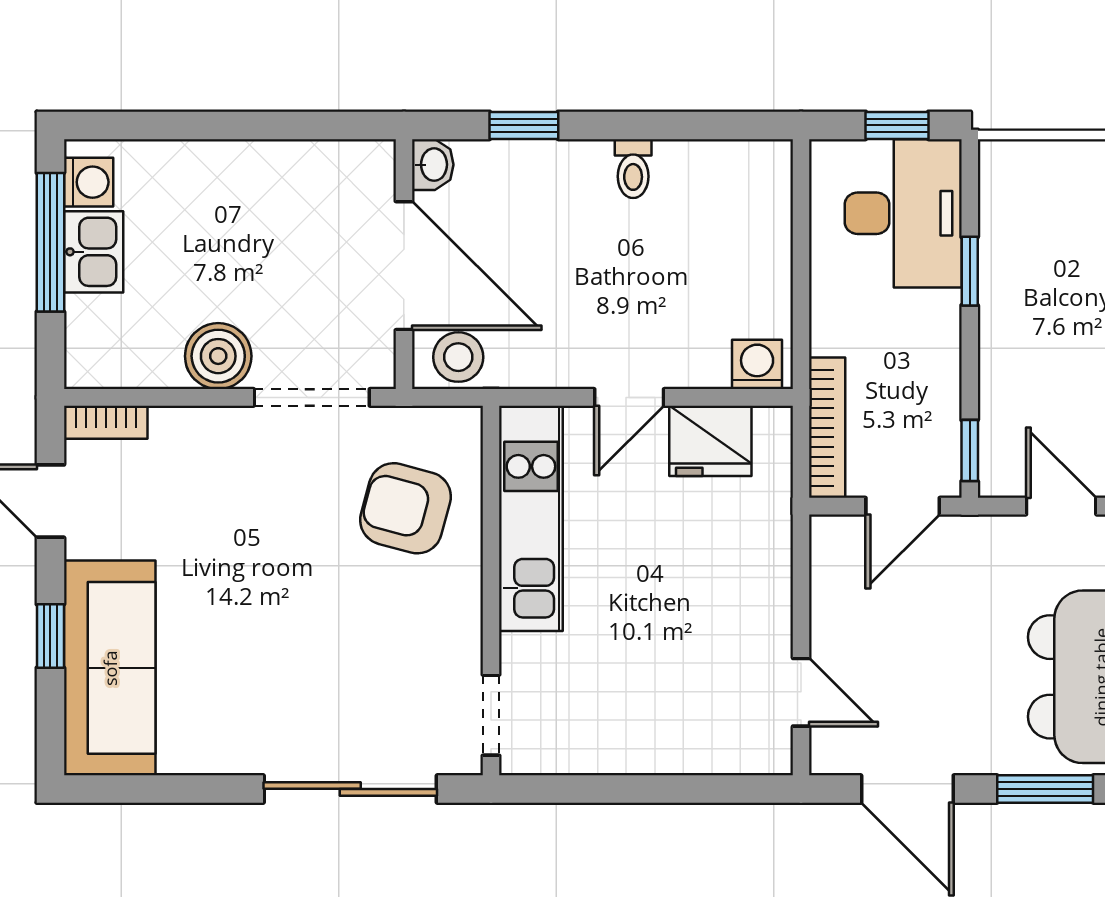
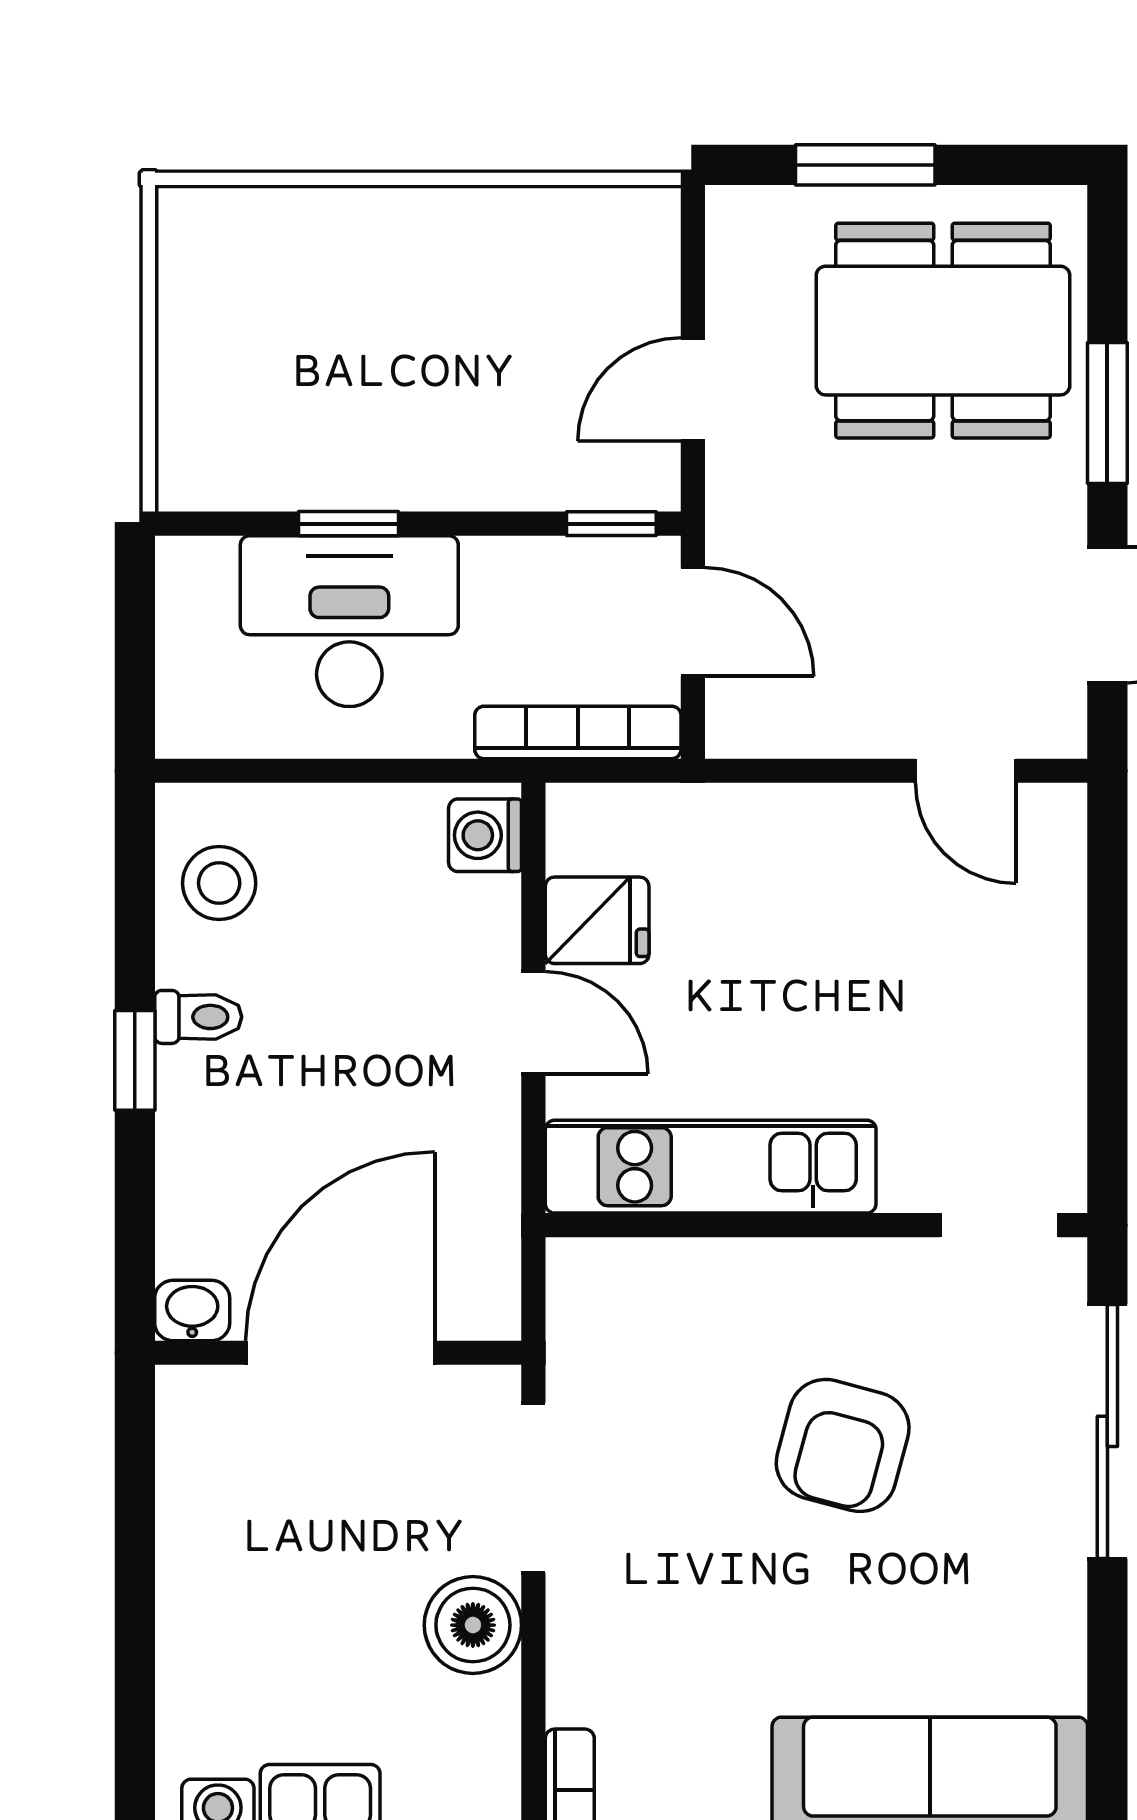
window: (524, 125) -> (135, 1060), moved
window: (897, 125) -> (135, 630), removed
desk: (903, 213) -> (349, 621), moved
stool: (458, 357) -> (219, 883), moved
fridge: (710, 441) -> (597, 920), width x0.72
armchair: (405, 508) -> (843, 1445), moved
door: (801, 692) -> (966, 771), swing flipped

